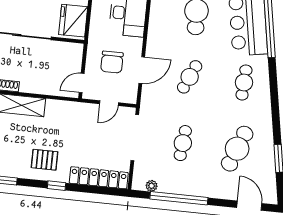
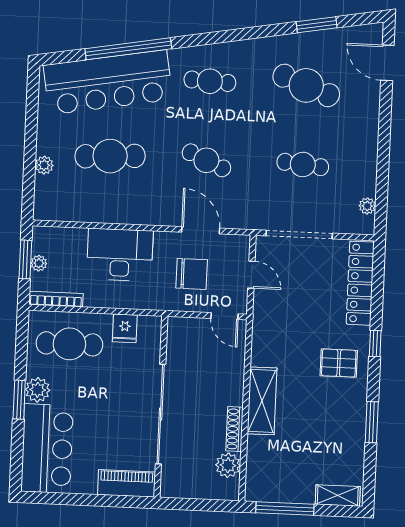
fridge: (73, 21) -> (125, 328), width x0.53, depth x0.75
pallet: (45, 160) -> (339, 363), turned 90
window: (179, 198) -> (383, 165), removed
door: (249, 206) -> (387, 63), hinge flipped

